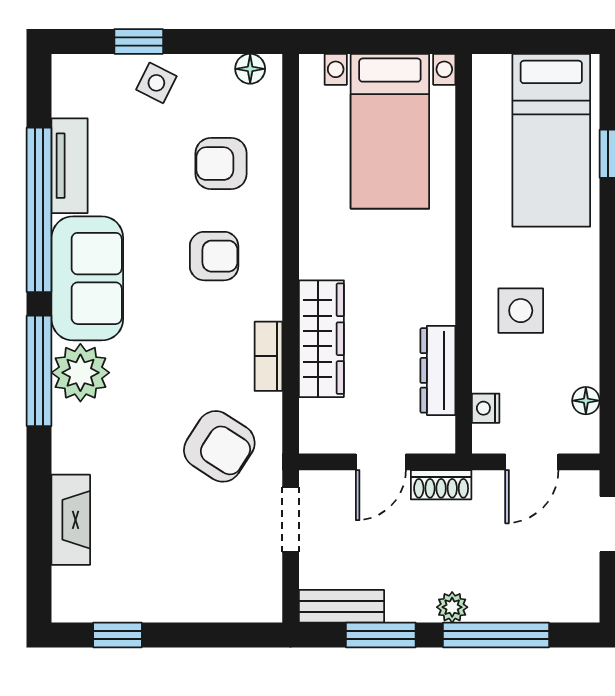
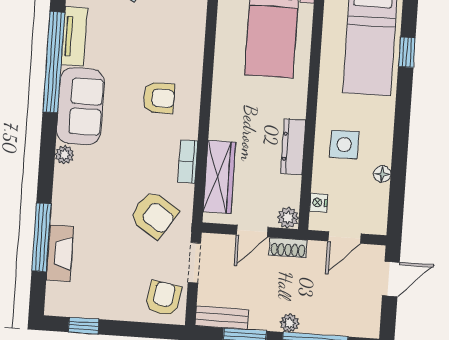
armchair: (221, 164) -> (163, 299), moved, turned 99
wardrobe: (321, 339) -> (219, 177), moved
dresser: (438, 370) -> (293, 147), moved
window: (39, 371) -> (42, 237), moved
plant: (80, 373) -> (64, 155), width x0.53, depth x0.53
floor lamp: (586, 401) -> (382, 174), moved
plant: (438, 436) -> (288, 218), added

